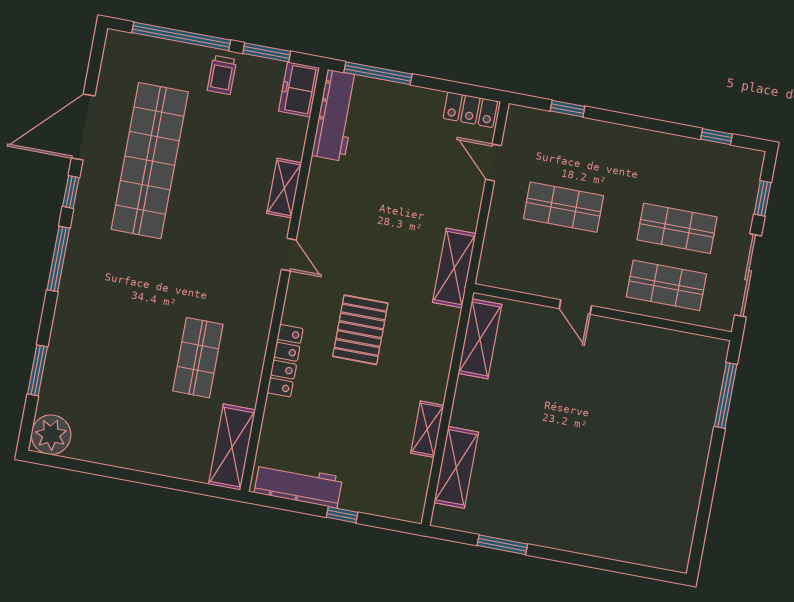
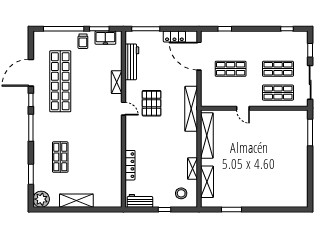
freezer: (299, 89) -> (105, 38), moved, turned -90
locker: (470, 110) -> (174, 37), moved
workbench: (336, 115) -> (132, 62), moved
door: (493, 163) -> (199, 56), width x1.87
shelving: (454, 268) -> (191, 109), width x1.47
pallet: (360, 330) -> (152, 103), moved
shelving: (480, 339) -> (207, 135), width x1.47
shop shelf: (198, 358) -> (60, 157), moved
locker: (285, 361) -> (130, 165), moved
shelving: (232, 447) -> (76, 201), moved, turned 90
stool: (389, 484) -> (181, 193), added
workbench: (298, 485) -> (140, 201), width x0.73

